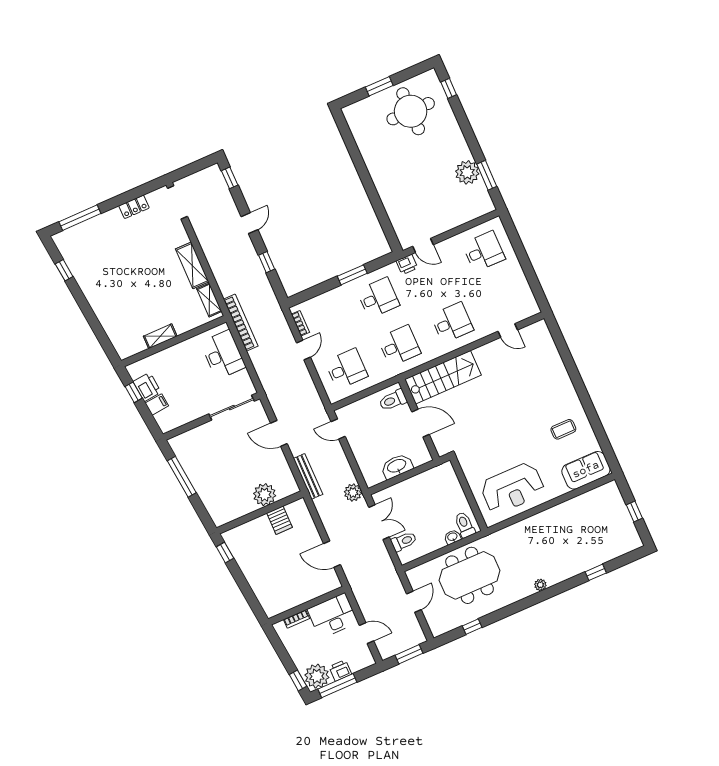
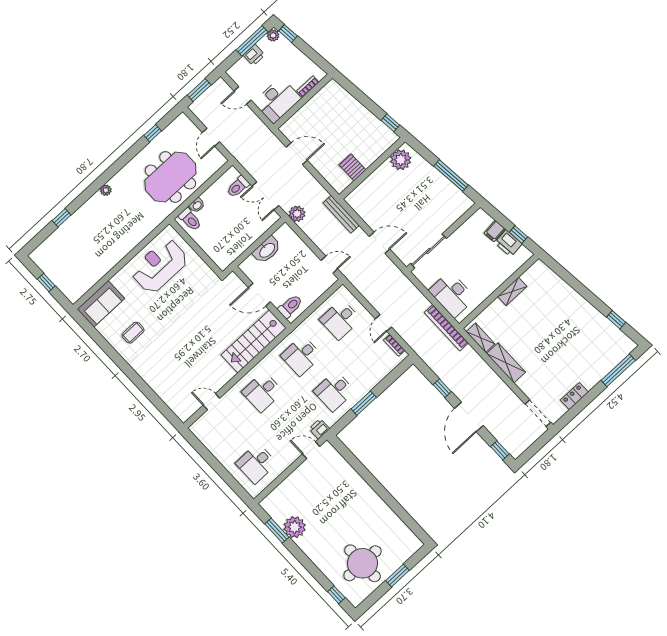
door: (249, 223) -> (469, 417), width x1.88
plant: (265, 495) -> (401, 160), moved
plant: (317, 676) -> (273, 35), width x0.53, depth x0.53

